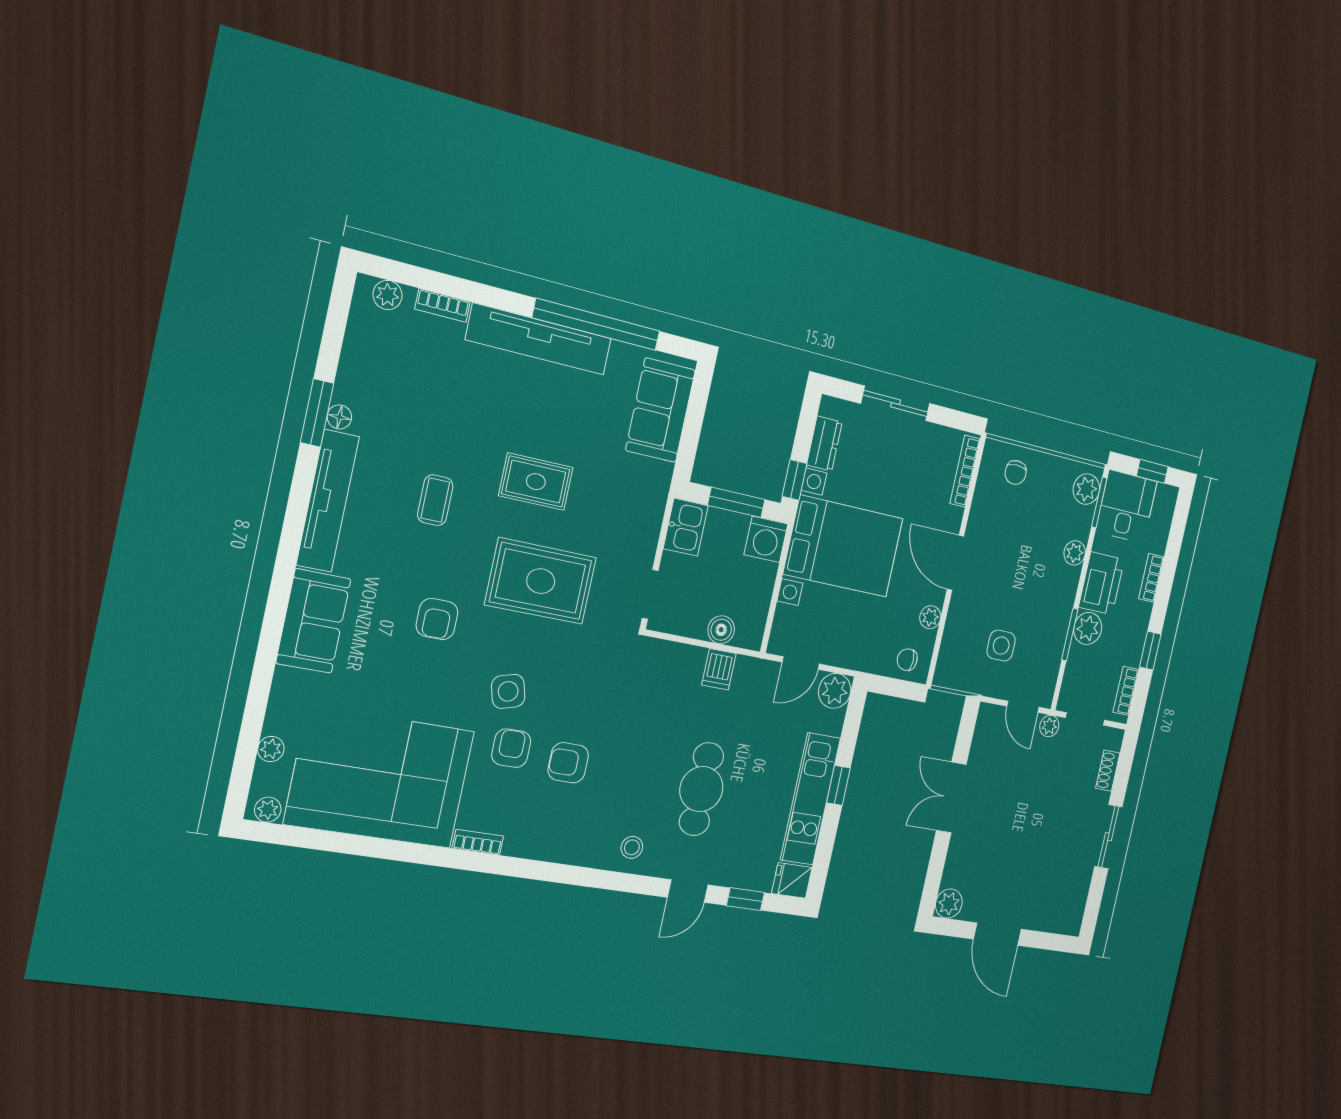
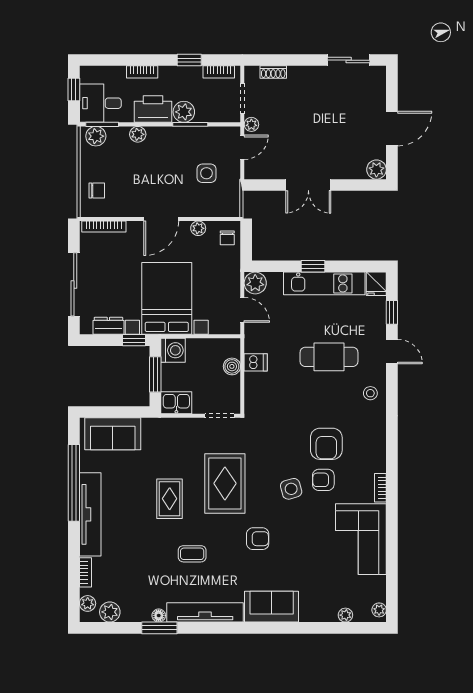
plant: (364, 331) -> (110, 612), added
sliding door: (895, 403) -> (74, 284), width x1.37
armchair: (568, 763) -> (326, 444), width x1.38, depth x1.38
corner sofa: (380, 777) -> (361, 539), width x0.73, depth x0.74
sliding door: (1108, 837) -> (349, 60), moved

